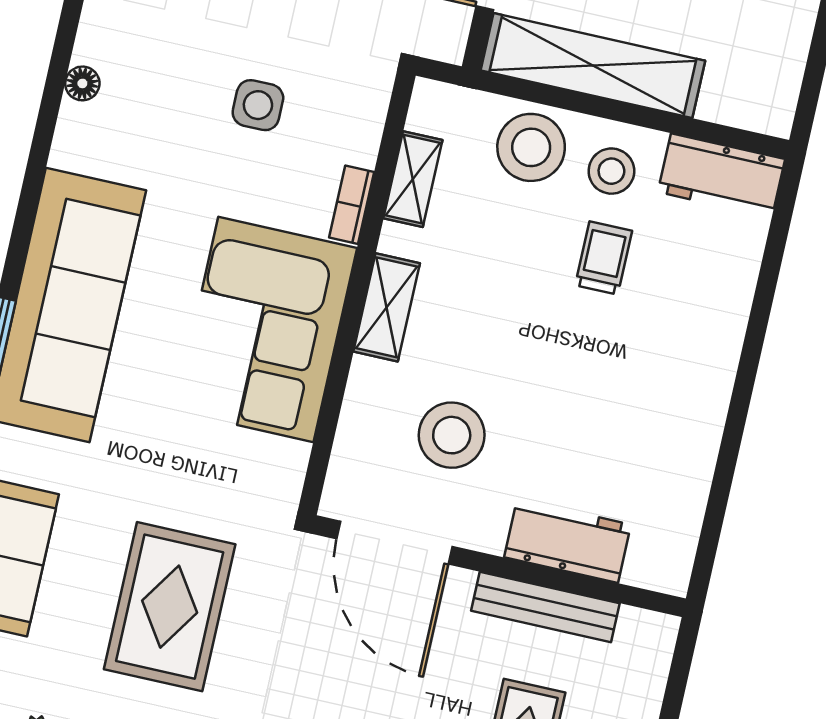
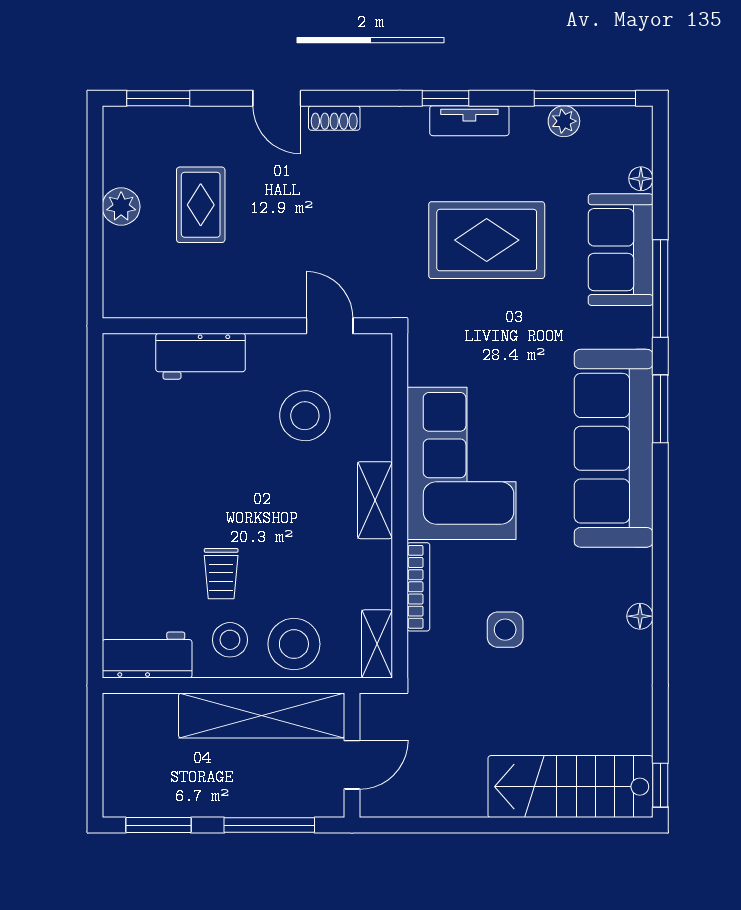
shelving: (413, 179) -> (377, 644), moved
bookcase: (352, 205) -> (418, 587), width x1.56
door: (394, 543) -> (330, 326), width x0.53
rug: (170, 607) -> (487, 240), turned 90
bench: (545, 607) -> (206, 303), removed

